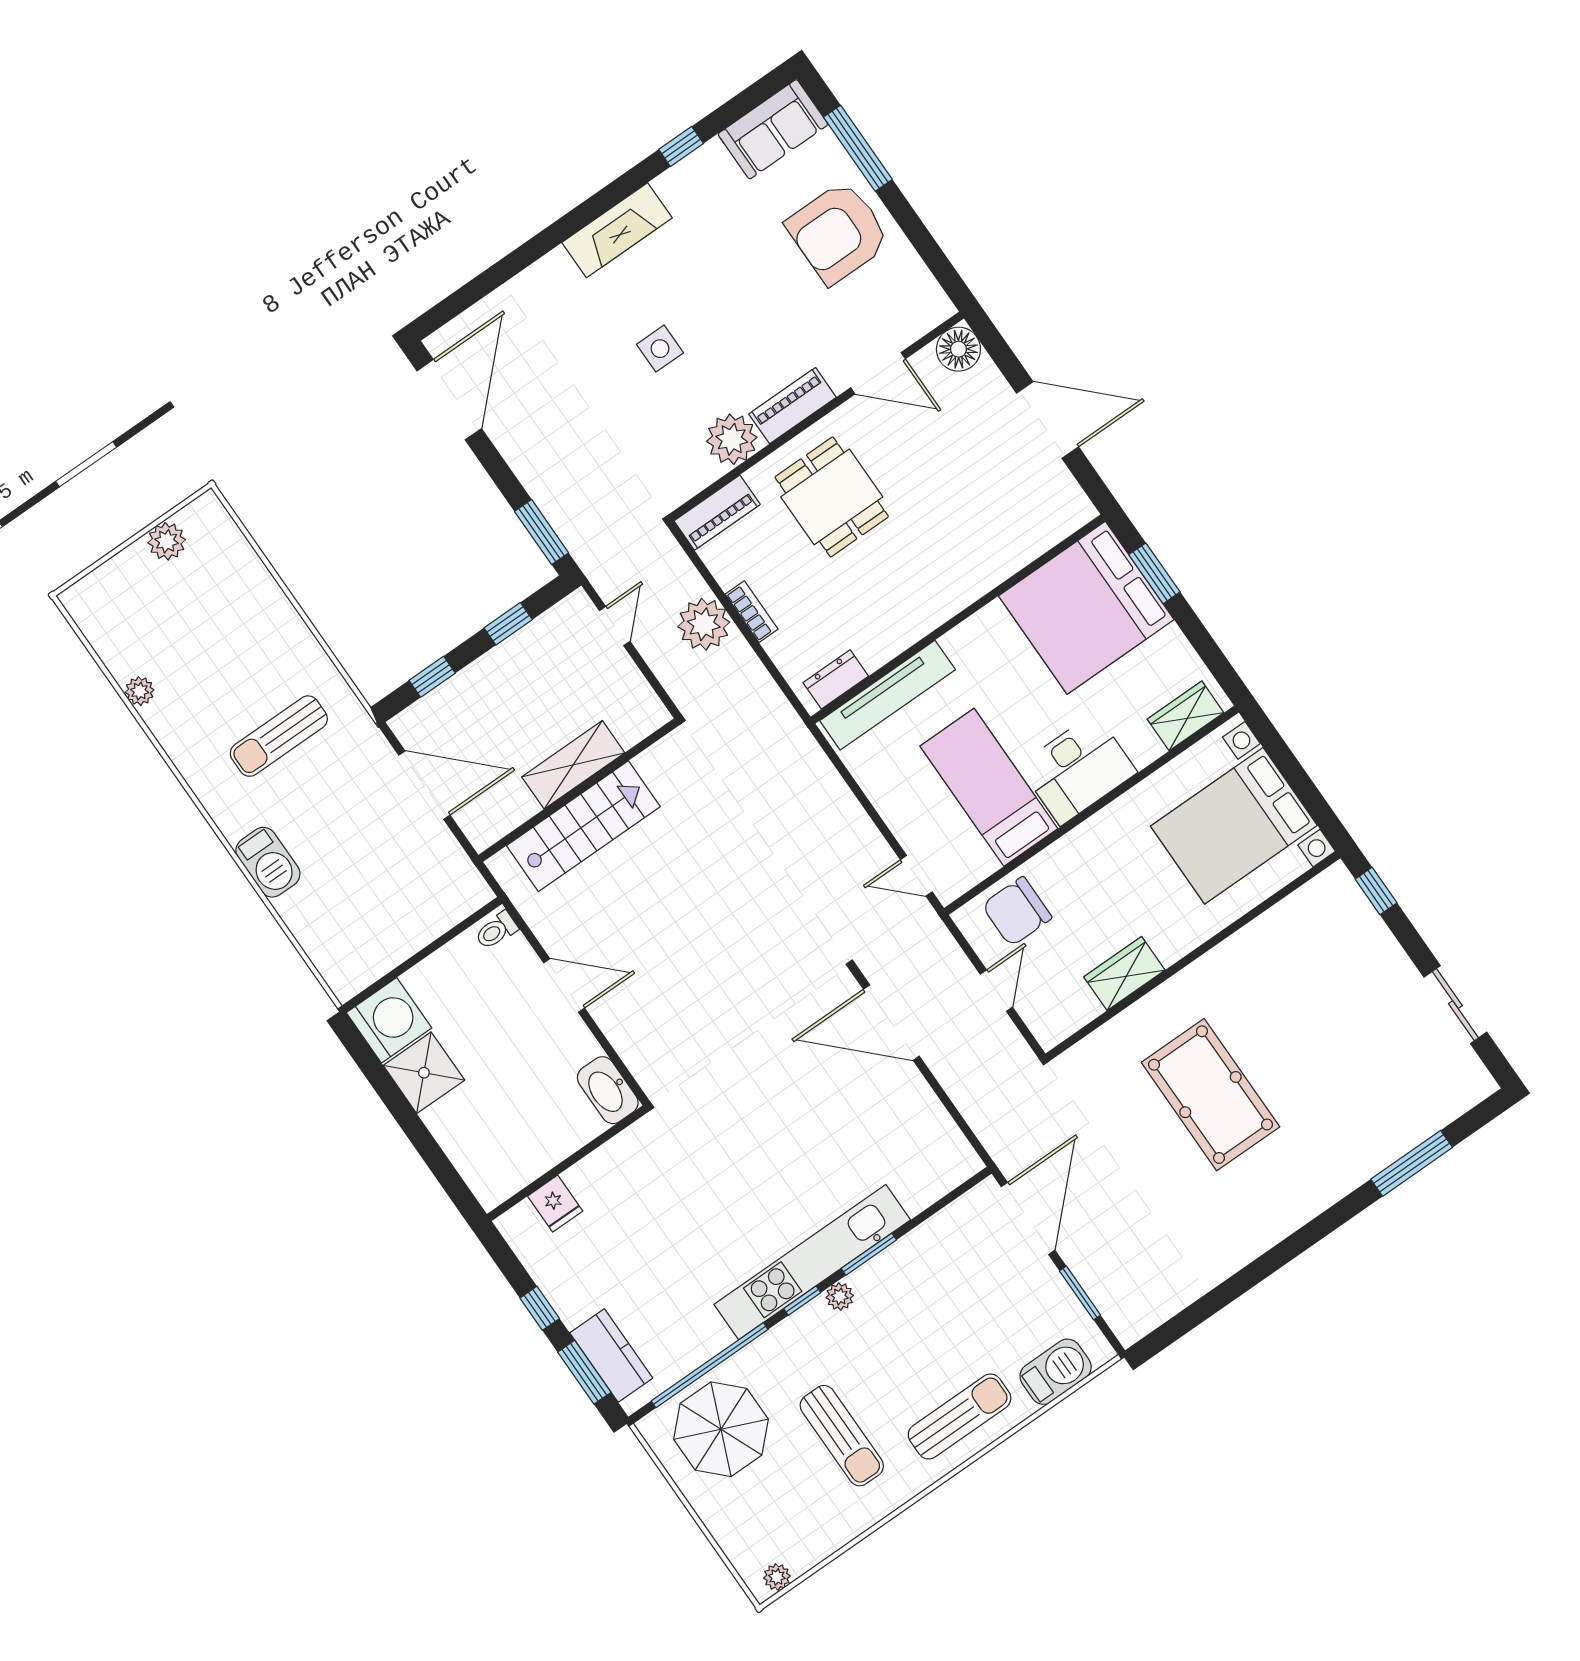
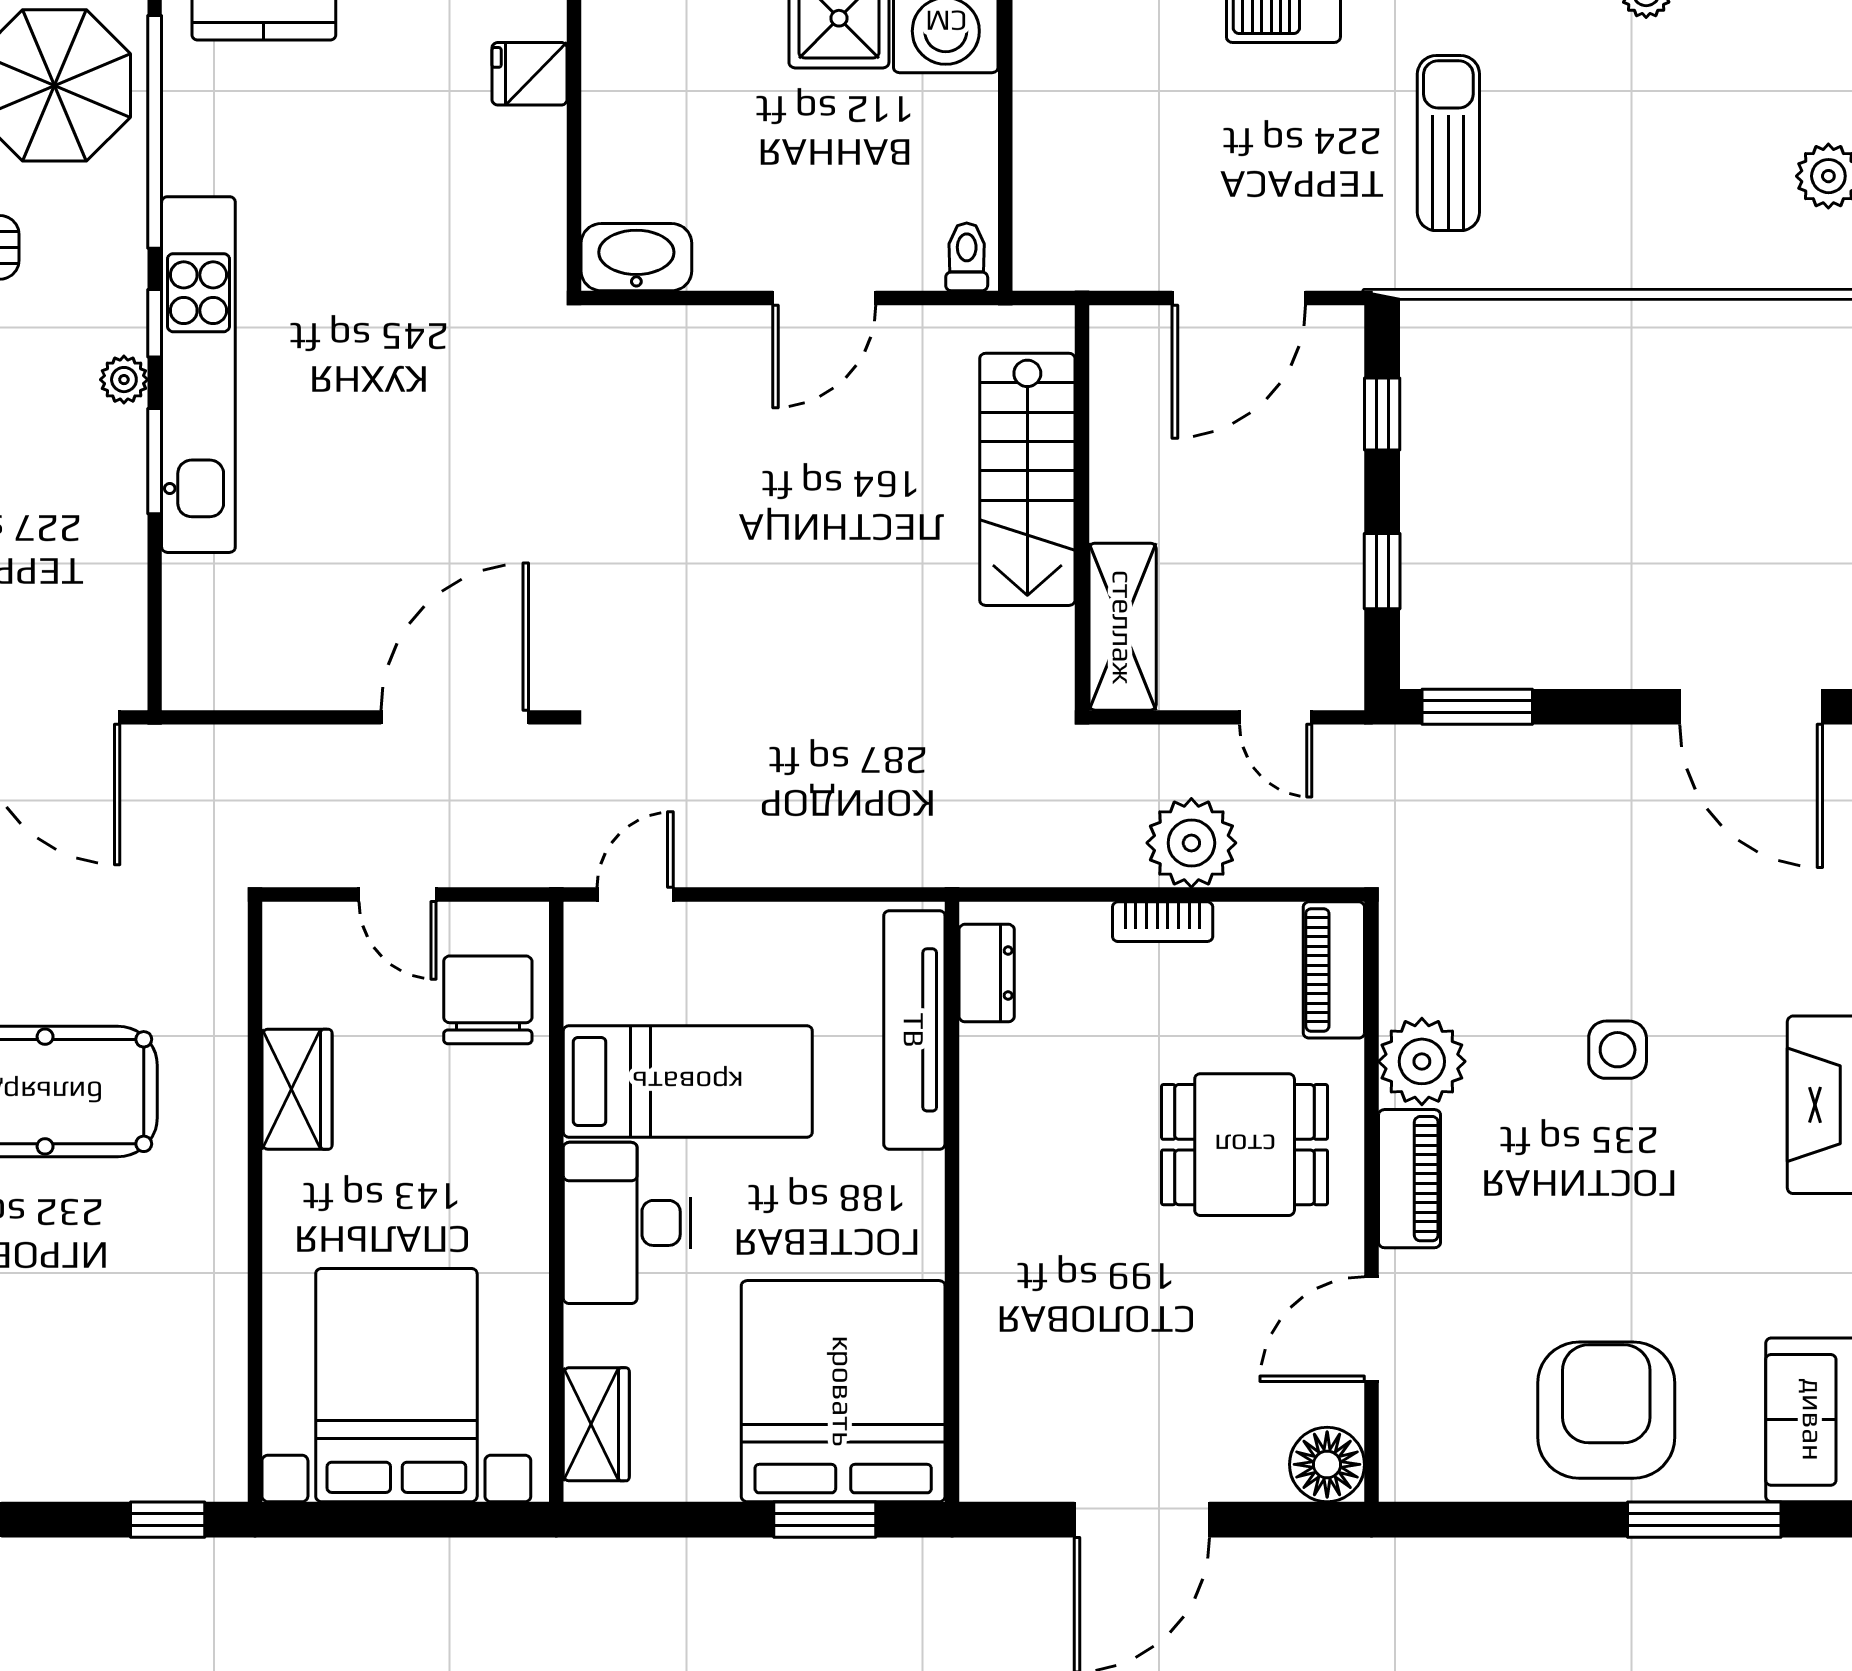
shelving: (573, 765) -> (1123, 627), moved

